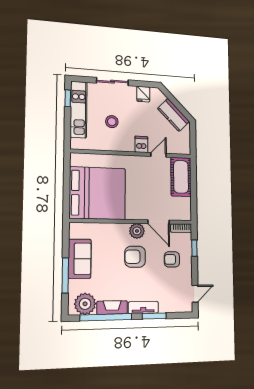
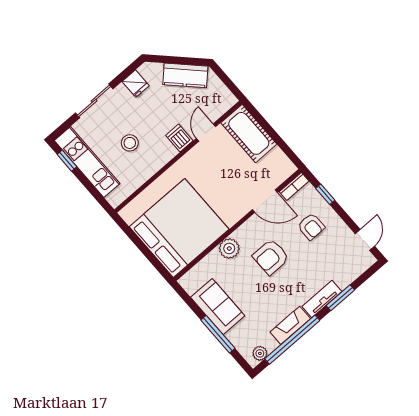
plant: (137, 231) -> (229, 248), moved
armchair: (172, 259) -> (311, 226), turned -90
plant: (85, 304) -> (260, 353), width x0.53, depth x0.53

